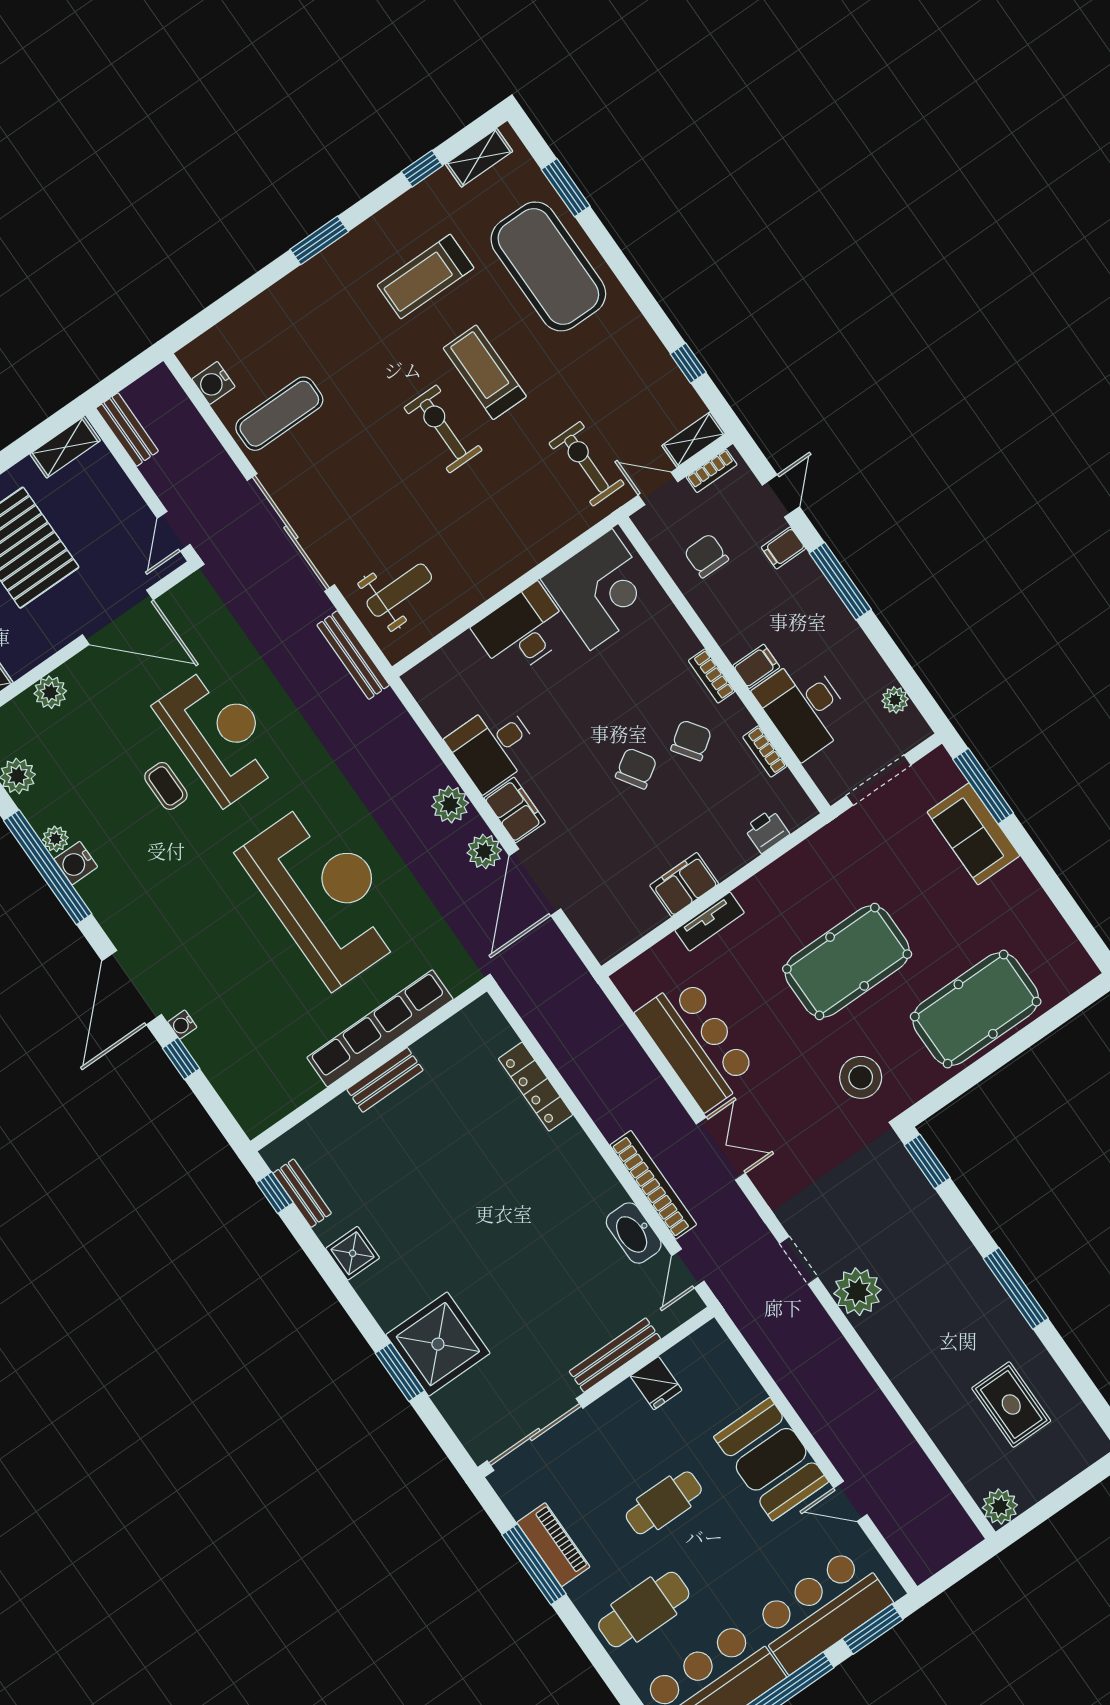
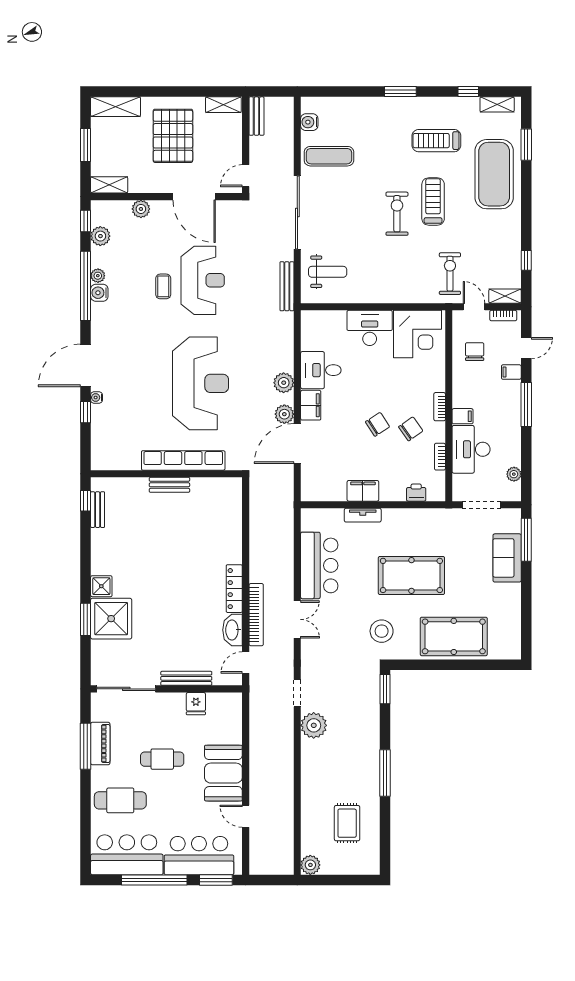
locker: (536, 1087) -> (234, 589), moved
shower: (353, 1253) -> (101, 586), moved

